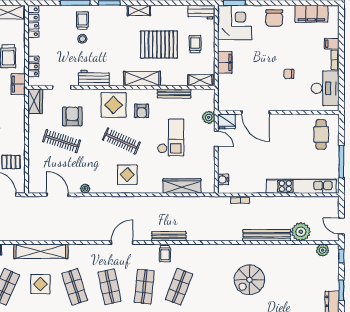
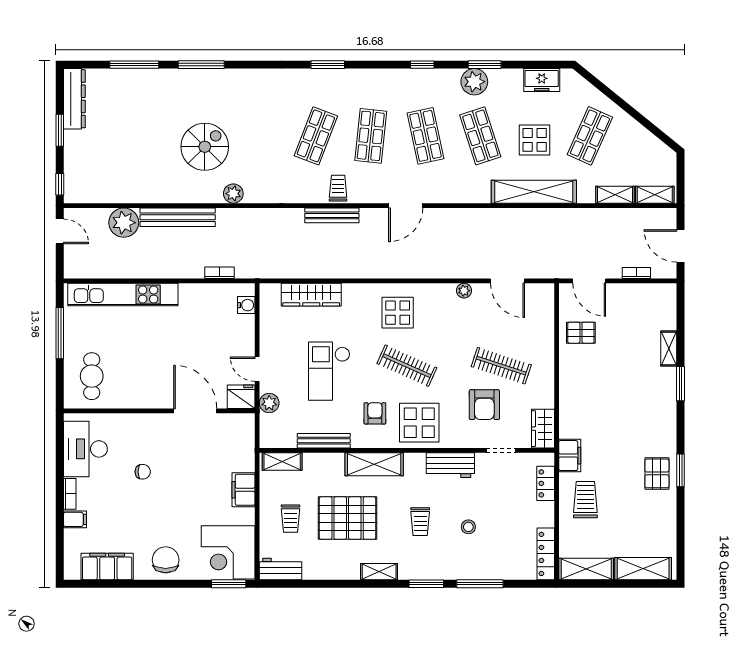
trolley: (82, 21) -> (420, 522), moved
plant: (323, 250) -> (233, 194), moved

